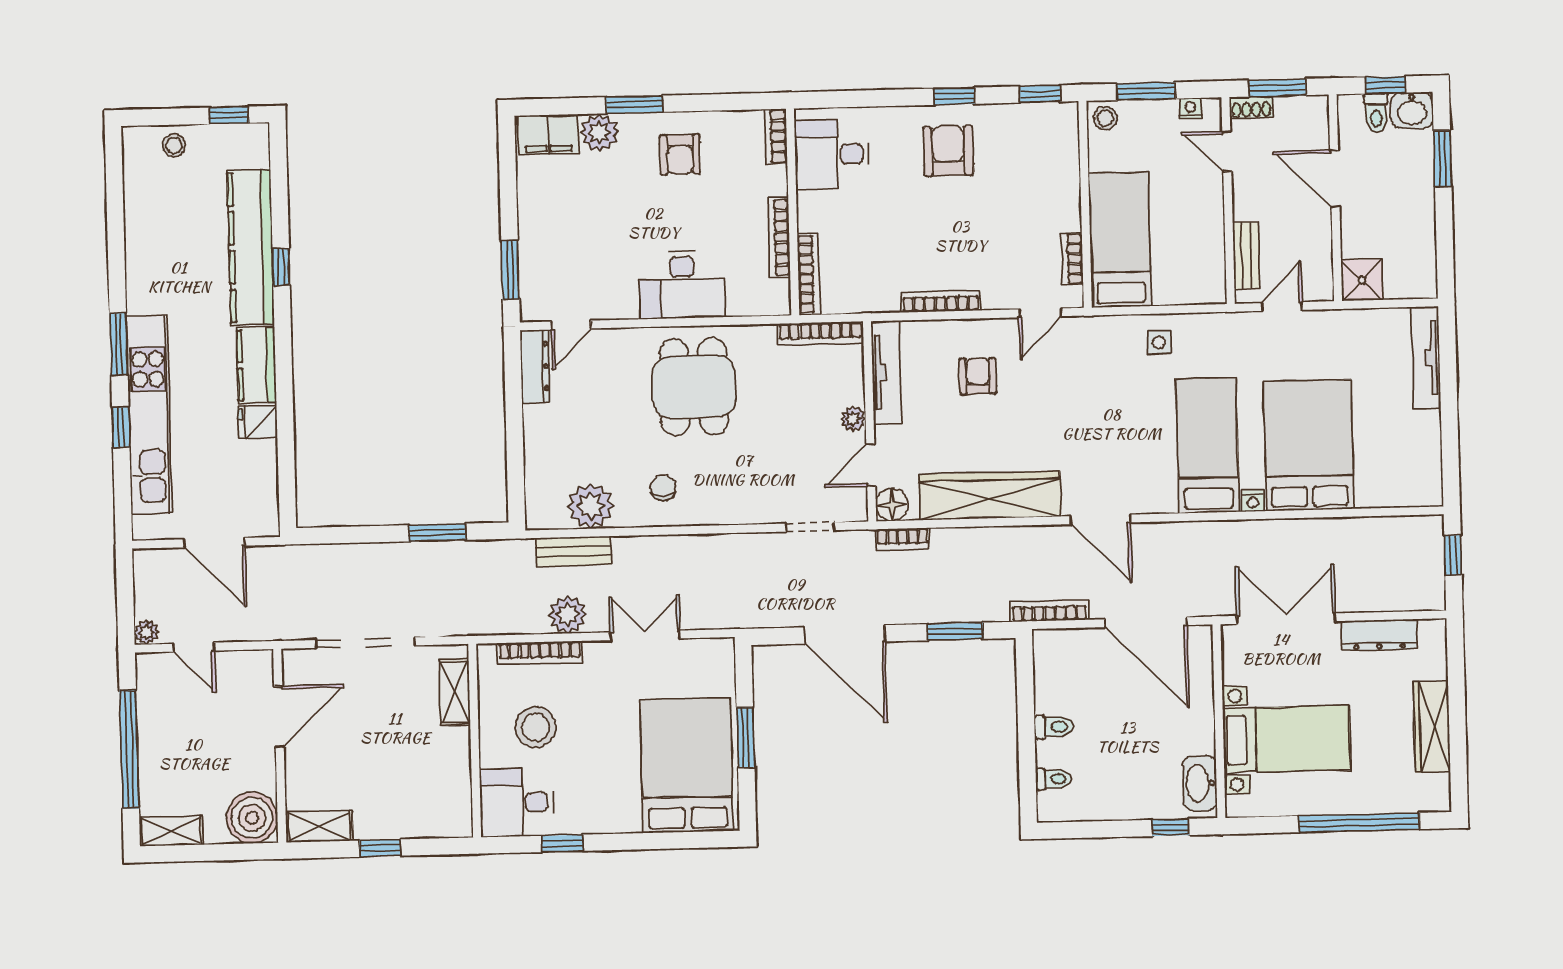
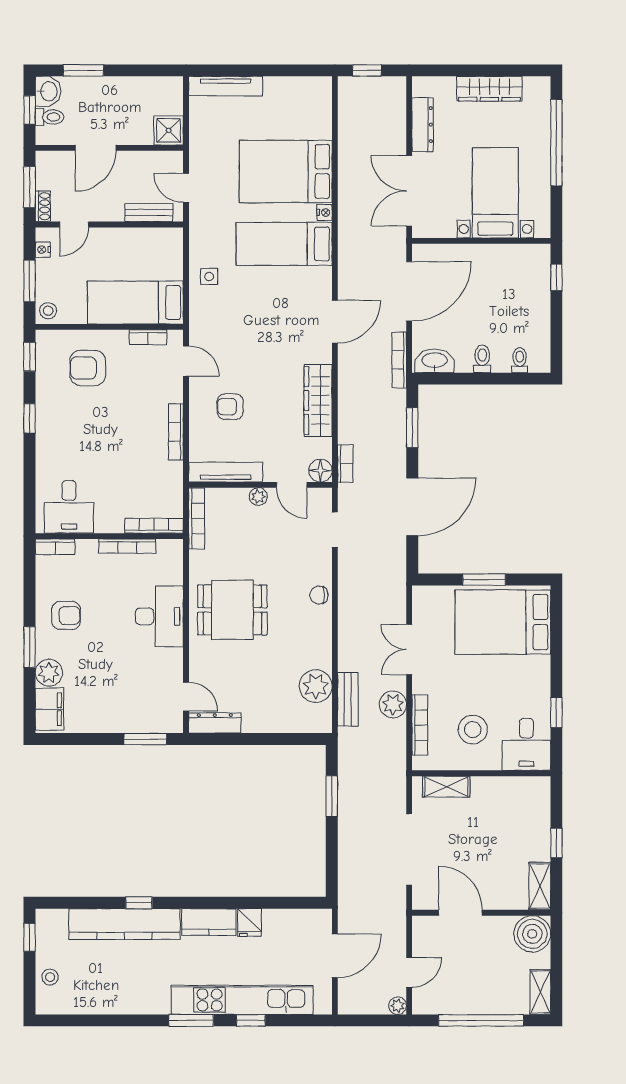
armchair: (948, 151) -> (88, 368), moved
chair: (663, 488) -> (319, 595), moved
wardrobe: (990, 496) -> (318, 400), width x0.71, depth x0.85
washbasin: (1200, 783) -> (435, 361), moved, turned 180

